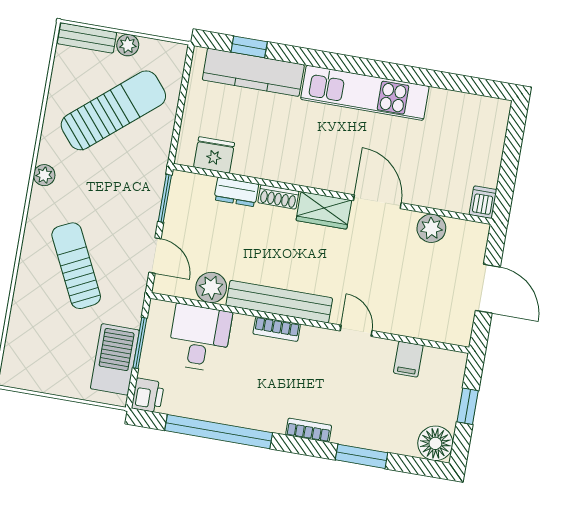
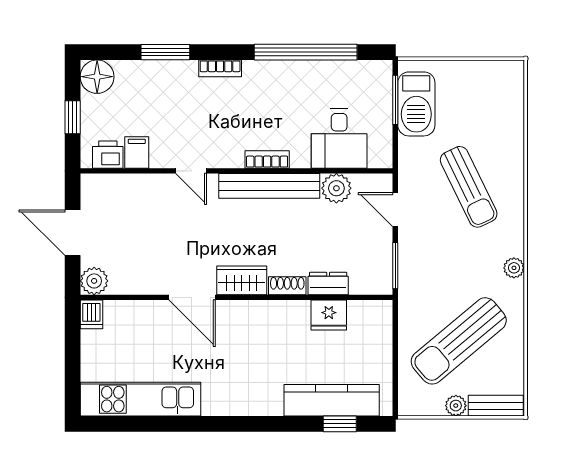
kitchen unit: (365, 93) -> (140, 399), moved
fridge: (214, 155) -> (329, 315), moved
plant: (431, 228) -> (94, 281), moved
window: (140, 343) -> (395, 100), moved
printer: (148, 395) -> (108, 155), moved, turned 90

